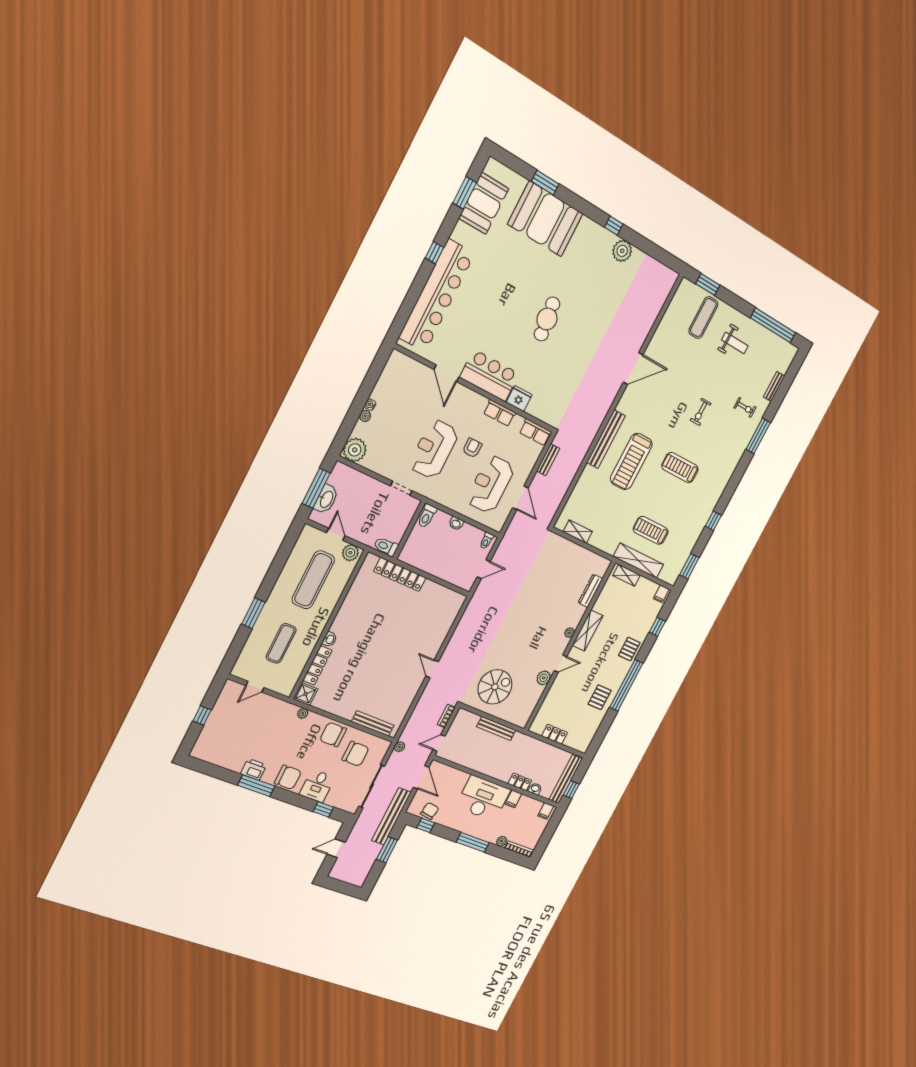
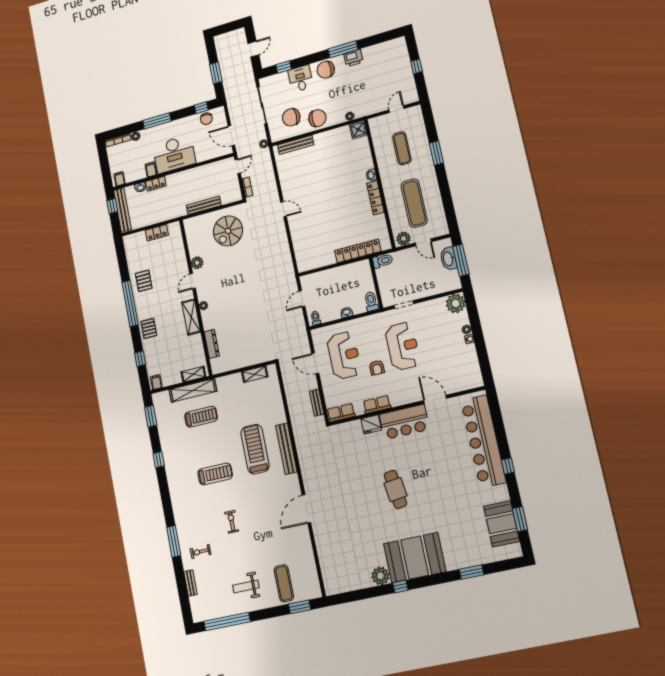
booth: (545, 219) -> (415, 558), moved
locker: (317, 665) -> (375, 198), moved
bench: (391, 816) -> (231, 96), removed

